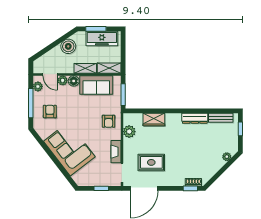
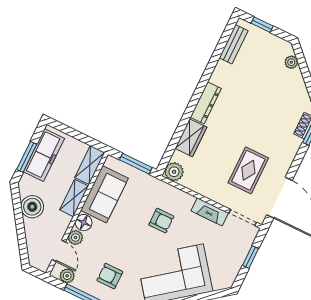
door: (50, 74) -> (59, 251), hinge flipped
dresser: (195, 118) -> (206, 103), moved
armchair: (109, 121) -> (161, 221), moved
plant: (129, 132) -> (174, 172), moved

